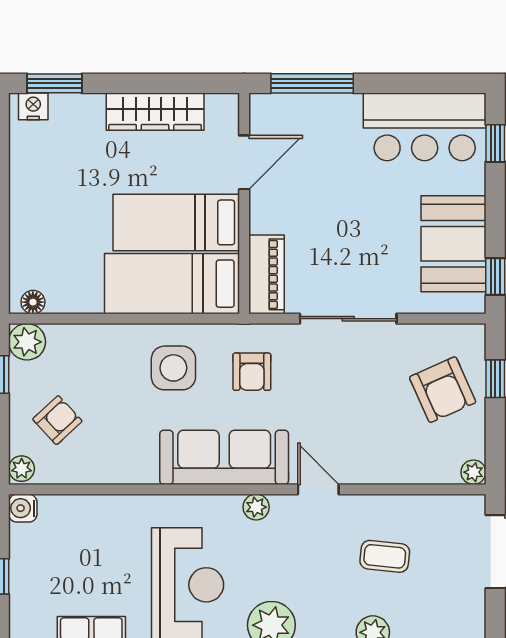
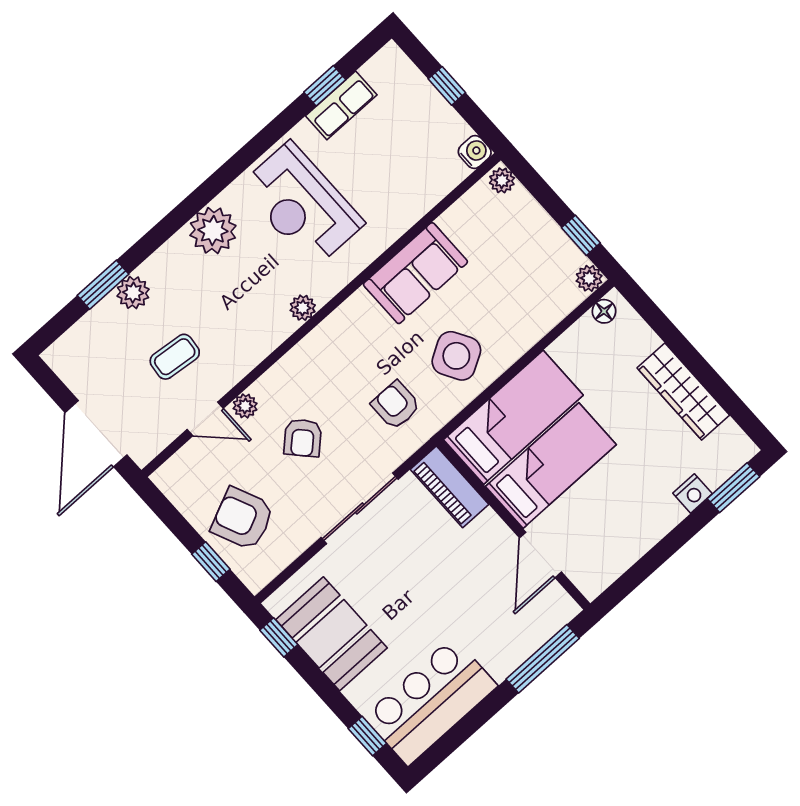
nightstand: (33, 106) -> (693, 493), moved
wardrobe: (155, 112) -> (683, 392), moved, turned -90
plant: (27, 342) -> (589, 278), width x0.73, depth x0.73
side table: (173, 368) -> (456, 356), turned -30
armchair: (57, 420) -> (303, 438), moved
sofa: (224, 457) -> (415, 273), moved, width x0.73
plant: (473, 472) -> (245, 406), moved
door: (318, 489) -> (205, 419), moved

